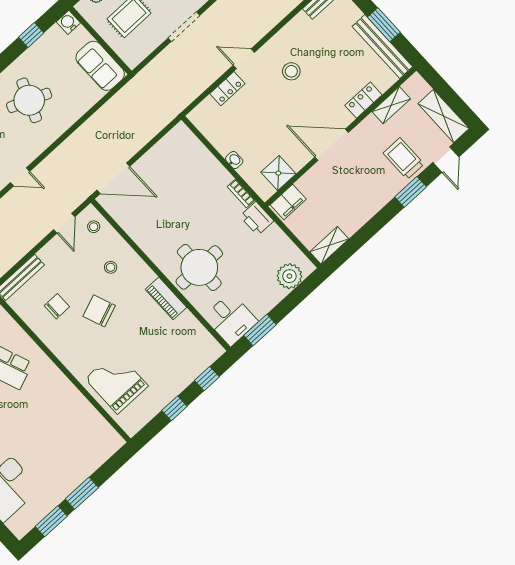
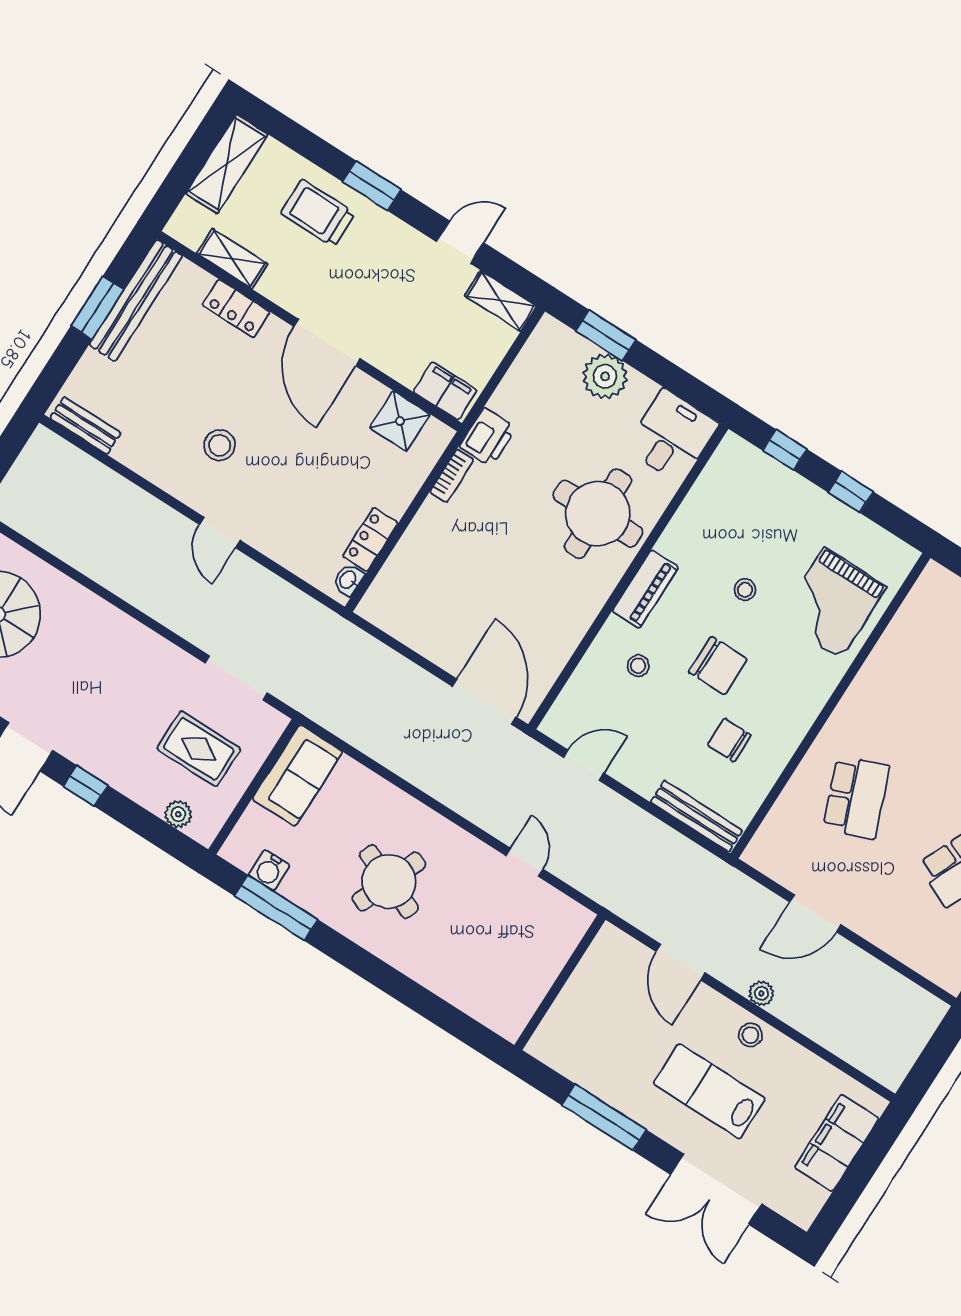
water cooler: (68, 22) -> (269, 870), moved
doorway: (184, 27) -> (236, 678), moved
window: (31, 35) -> (276, 908), width x2.17
locker: (227, 89) -> (370, 540), moved, turned -90
trolley: (403, 159) -> (318, 213), turned 90
washbasin: (234, 160) -> (348, 580), moved
door: (446, 160) -> (460, 242), moved
stool: (94, 227) -> (745, 590), moved
plant: (289, 276) -> (605, 376), moved
piano: (166, 298) -> (645, 589), moved
chair: (99, 311) -> (718, 666), turned -69
window: (260, 330) -> (606, 335), moved

